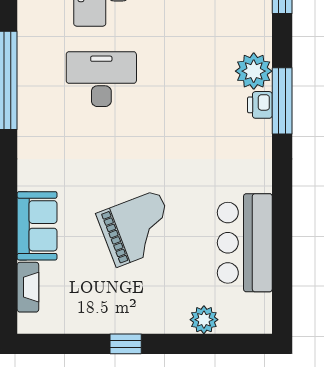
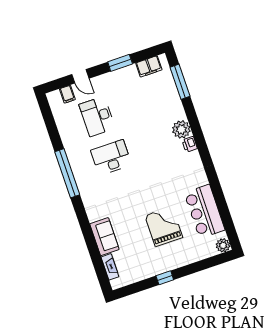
window: (282, 101) -> (199, 139), removed
grand piano: (137, 229) -> (164, 226), moved, turned -69
plant: (204, 320) -> (223, 245), moved

